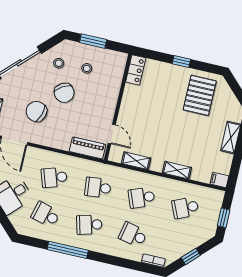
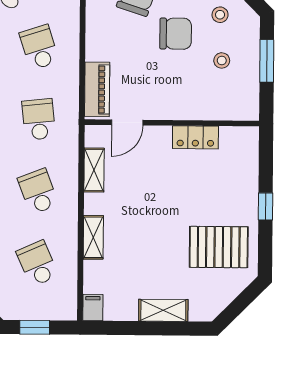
locker: (136, 70) -> (195, 137), moved
chair: (64, 93) -> (176, 34), turned -149

